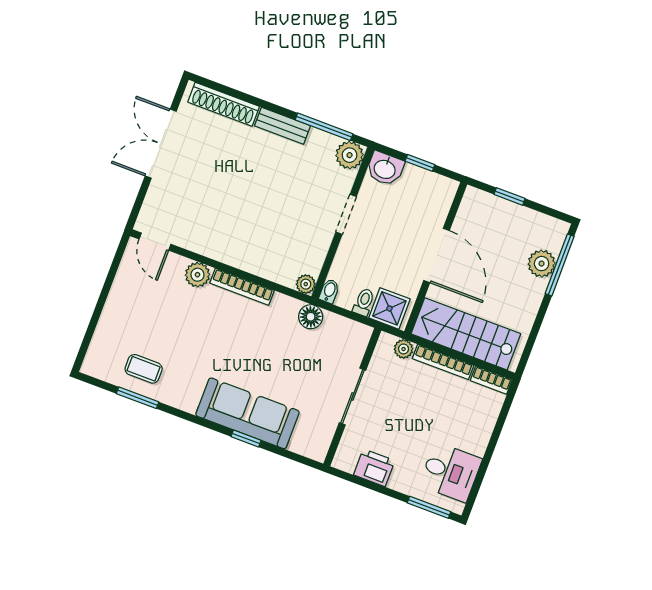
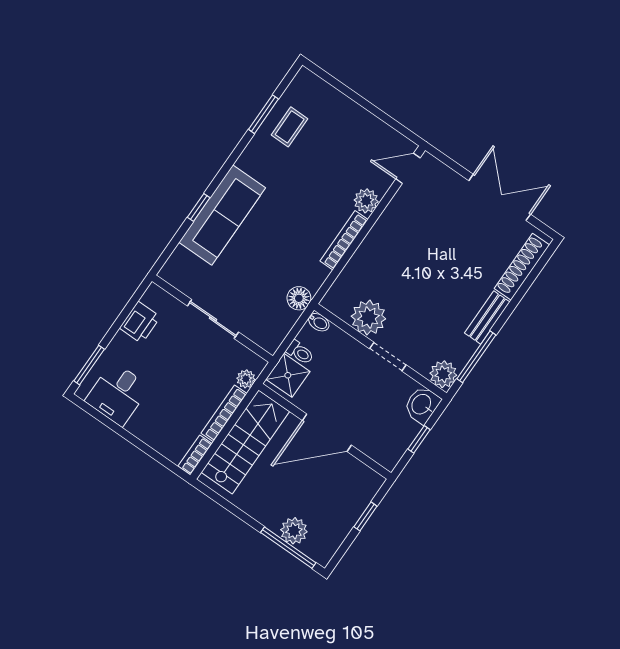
plant: (306, 284) -> (368, 317), moved, width x1.88, depth x1.88

